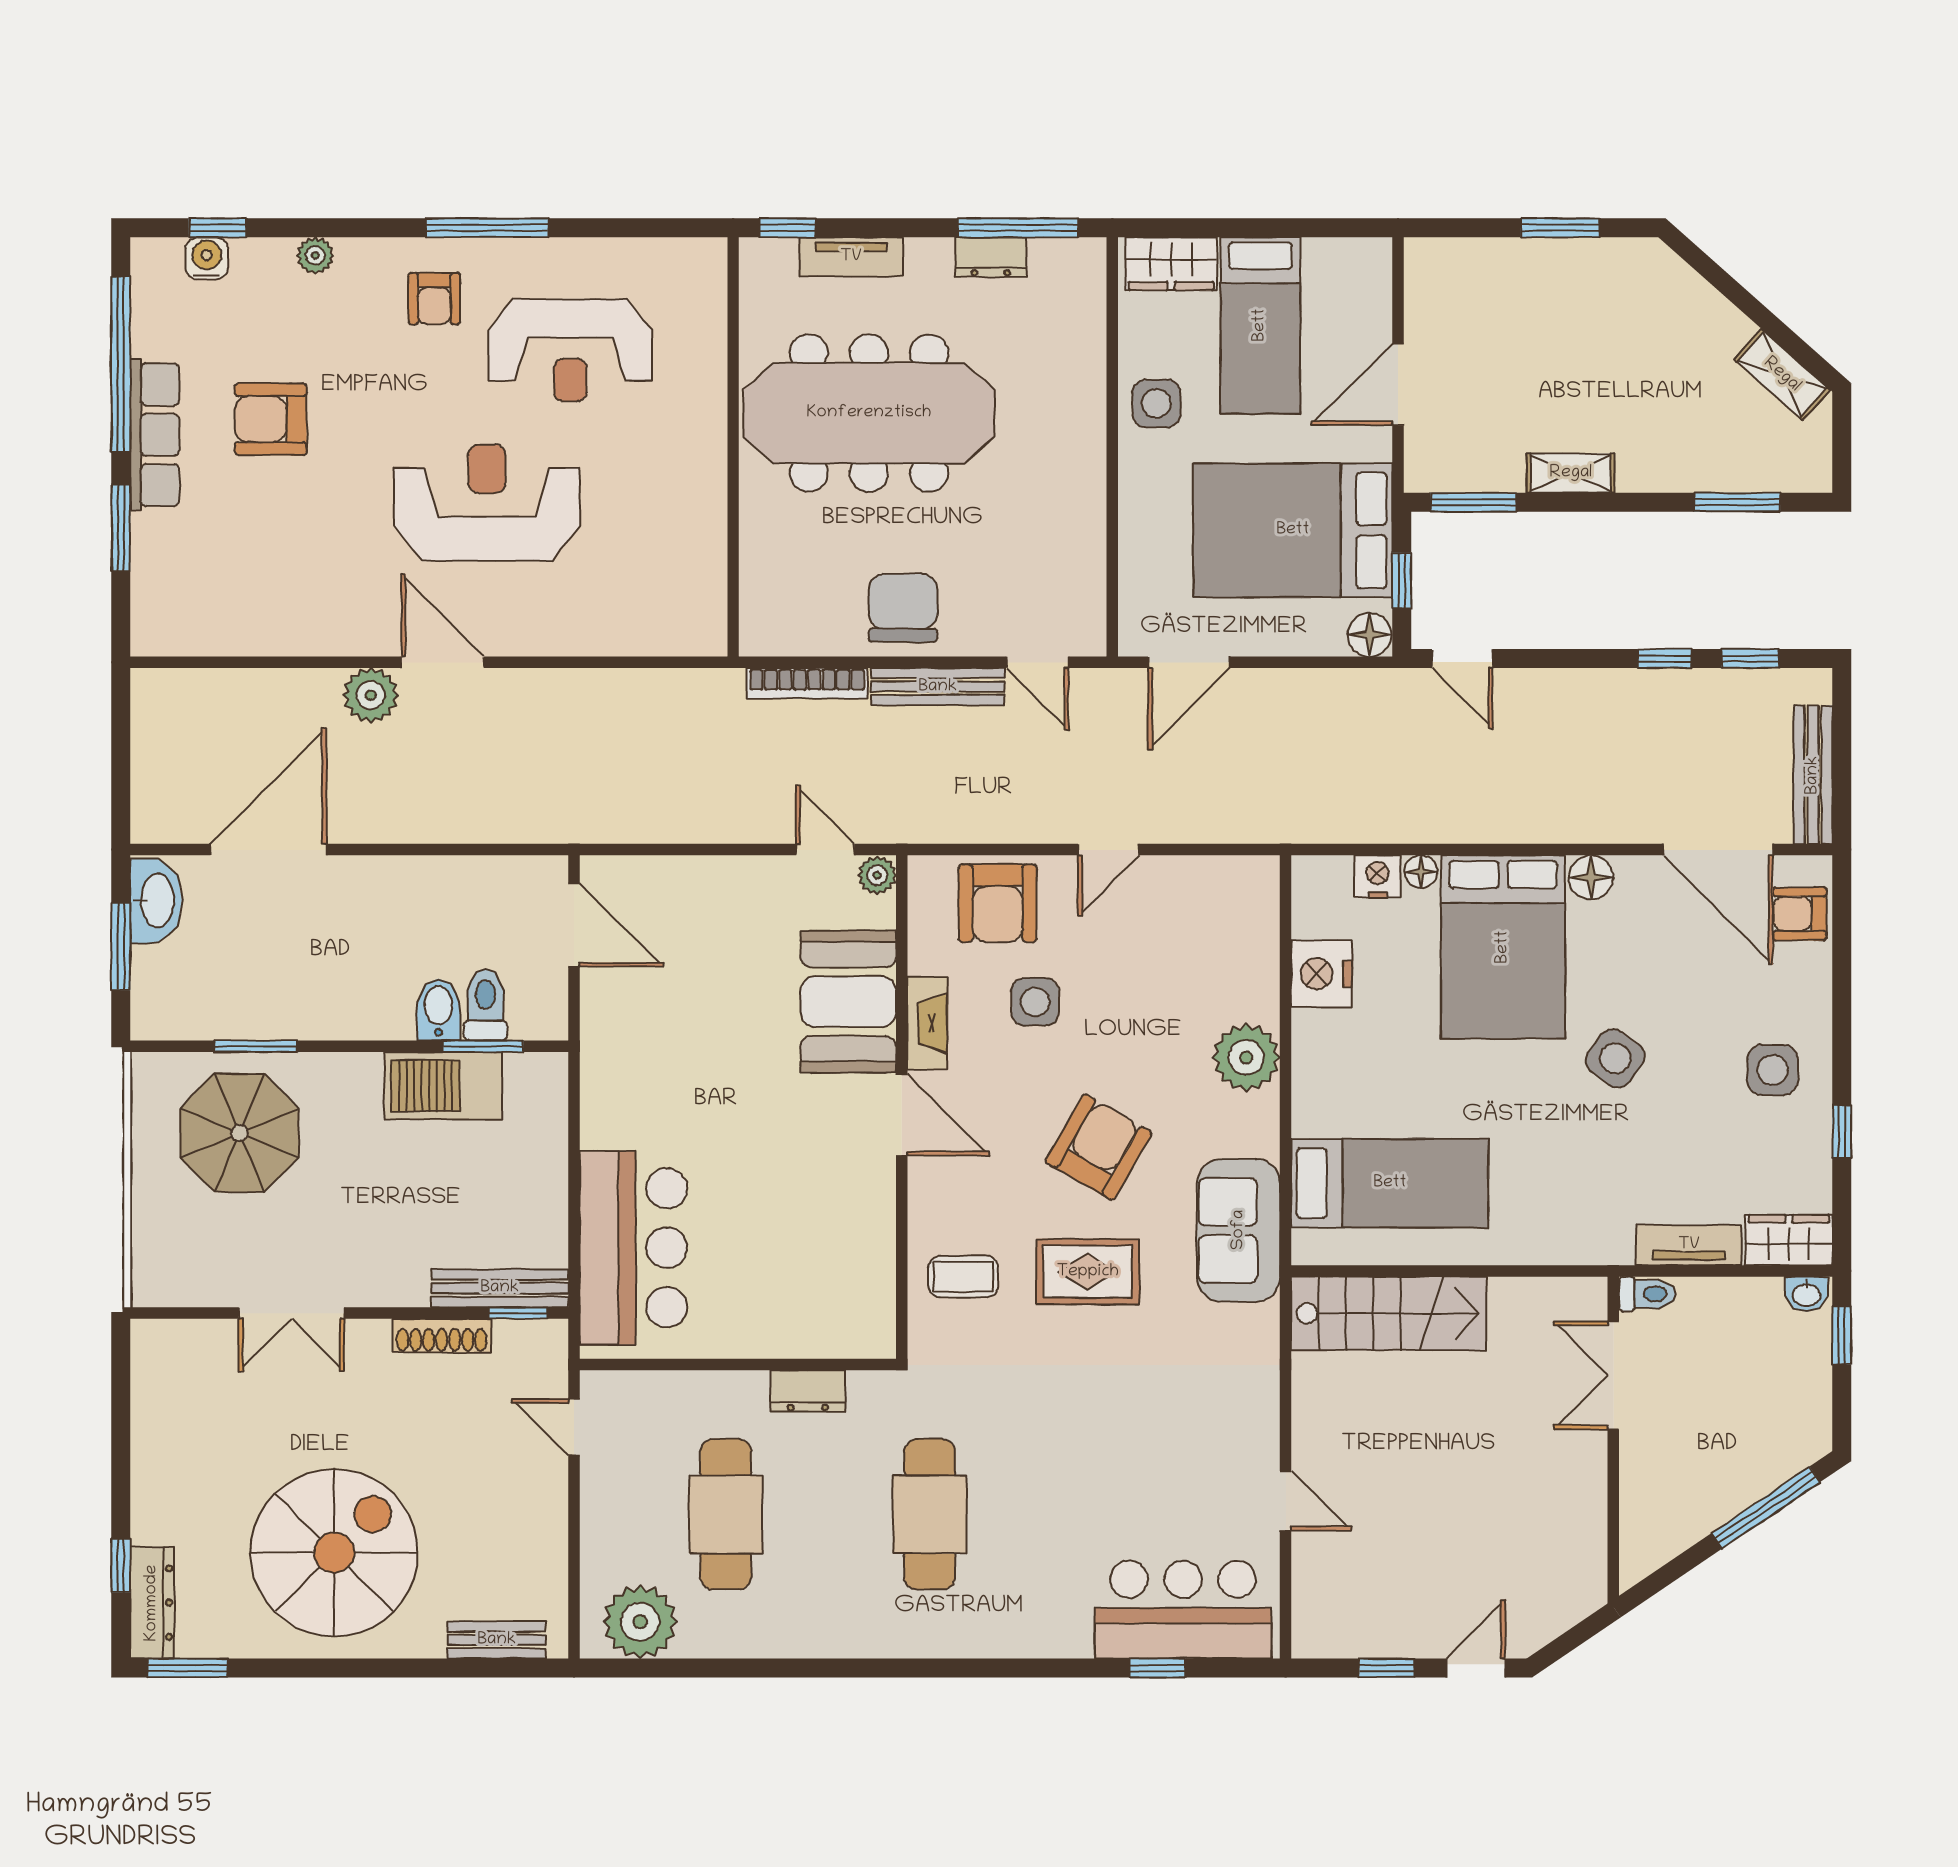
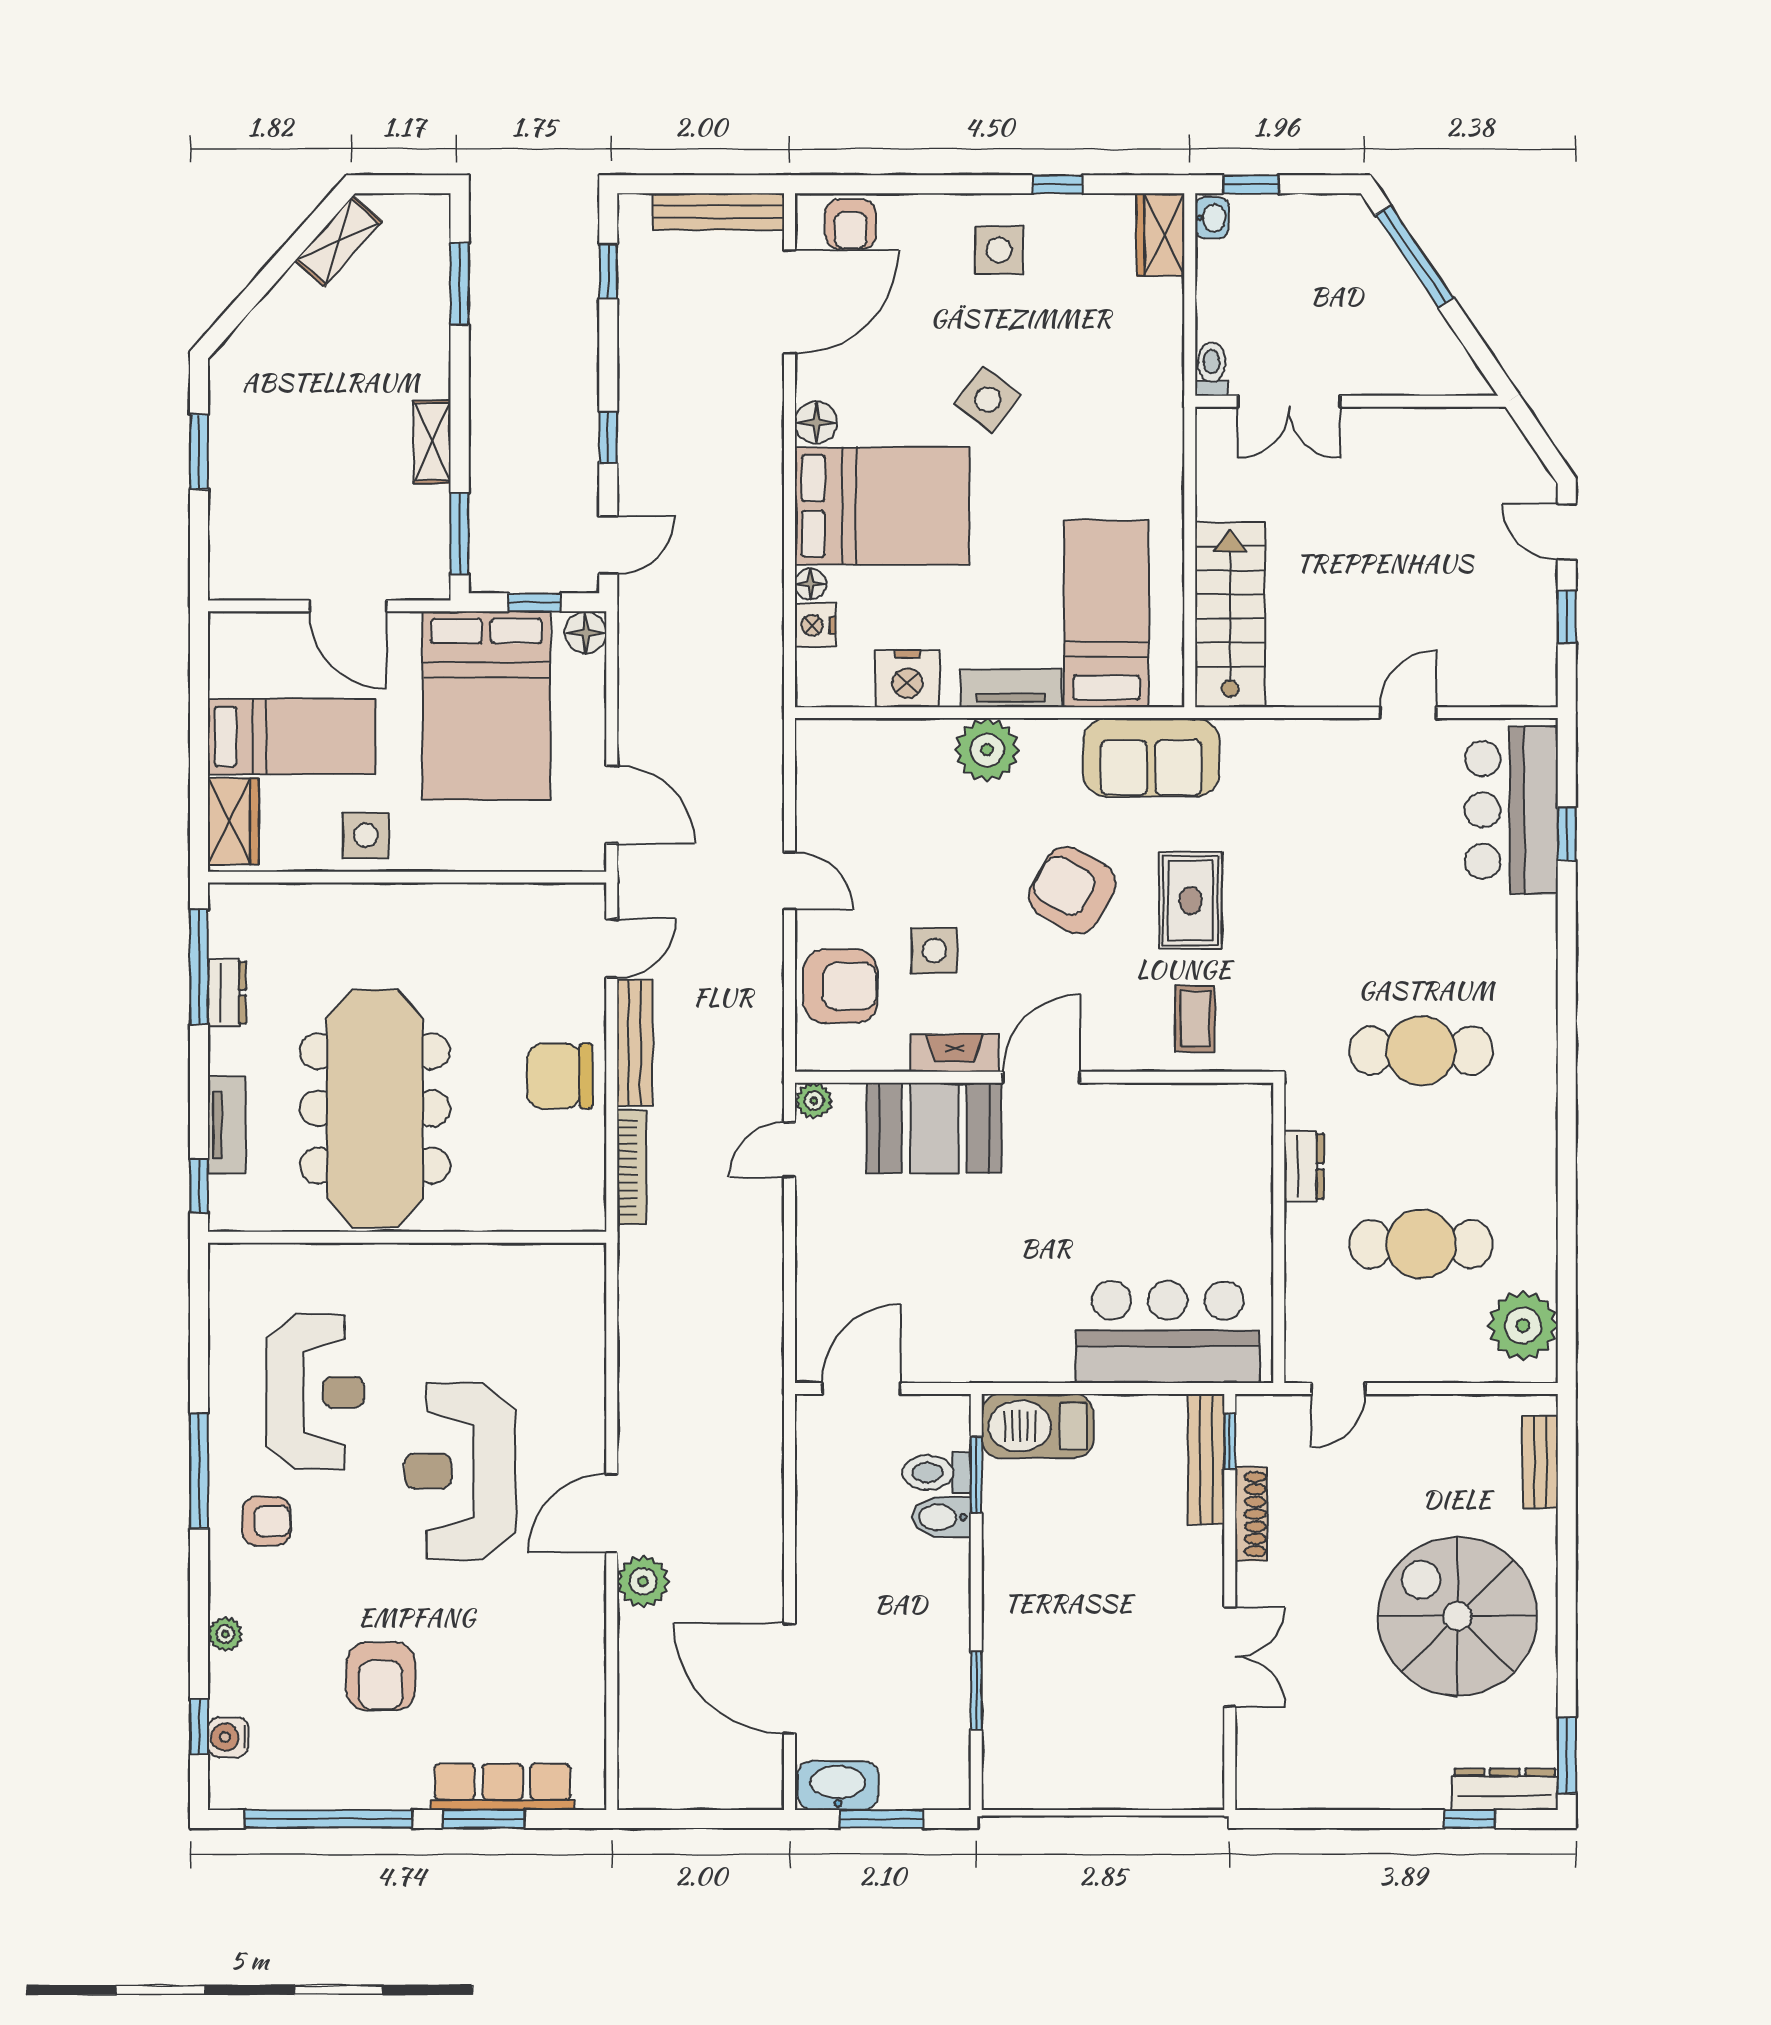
row of seats: (155, 435) -> (503, 1787), moved
window: (1665, 659) -> (608, 438), moved
barbecue: (443, 1086) -> (1037, 1426), moved, turned 90
parasol: (239, 1133) -> (1059, 1706), removed
tv unit: (1689, 1245) -> (1011, 688), moved, turned 90

